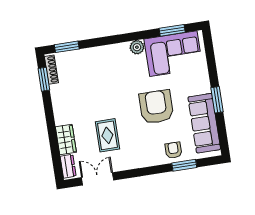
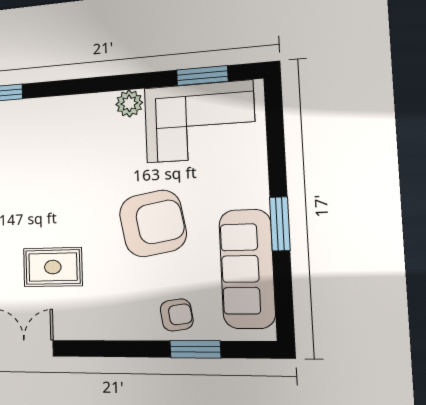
armchair: (156, 107) -> (153, 223), turned 80
rug: (107, 135) -> (53, 267), turned 90
armchair: (173, 150) -> (177, 315), turned 82

